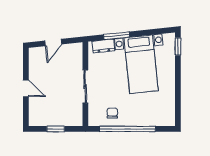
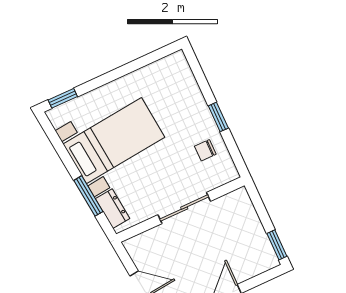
window: (56, 129) -> (277, 245), moved
window: (128, 129) -> (218, 117), width x0.32

